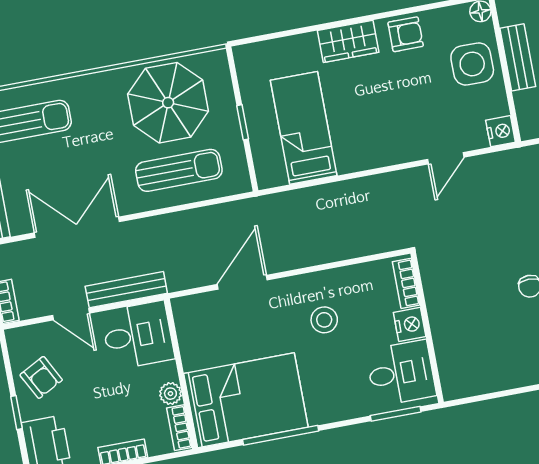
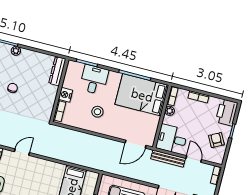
door: (242, 282) -> (136, 144), moved
dresser: (450, 367) -> (57, 71), added
desk: (401, 373) -> (94, 80), moved, turned 90

